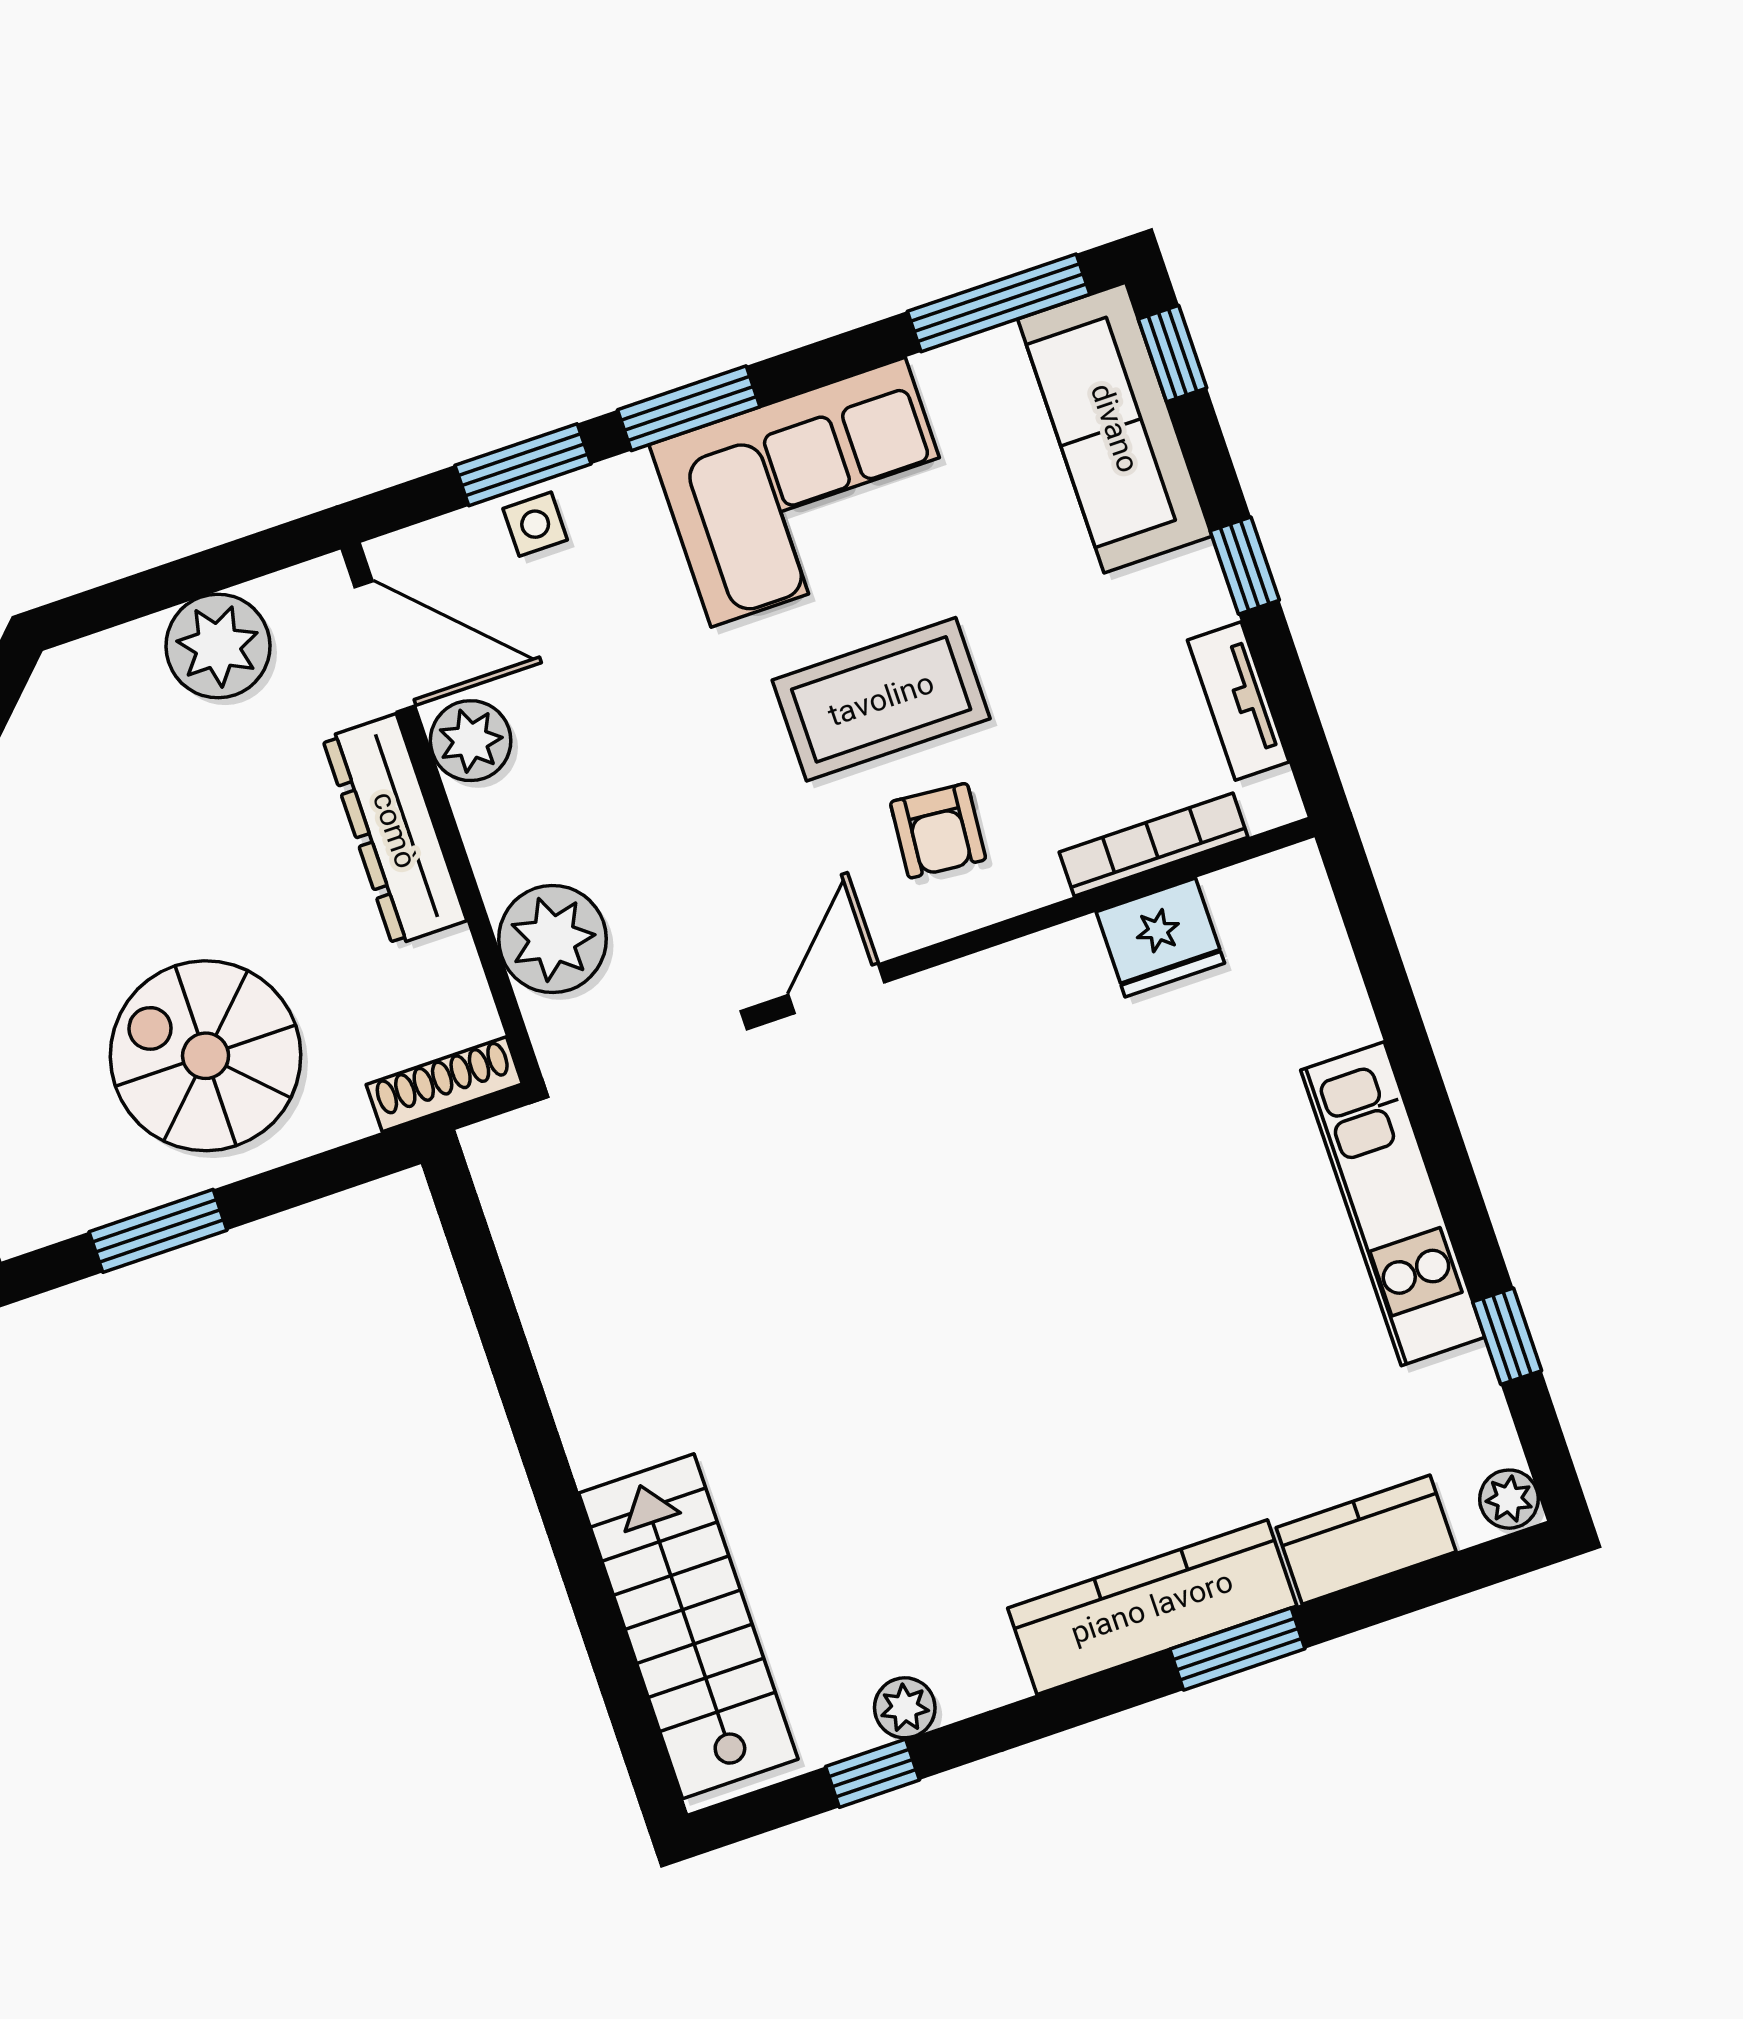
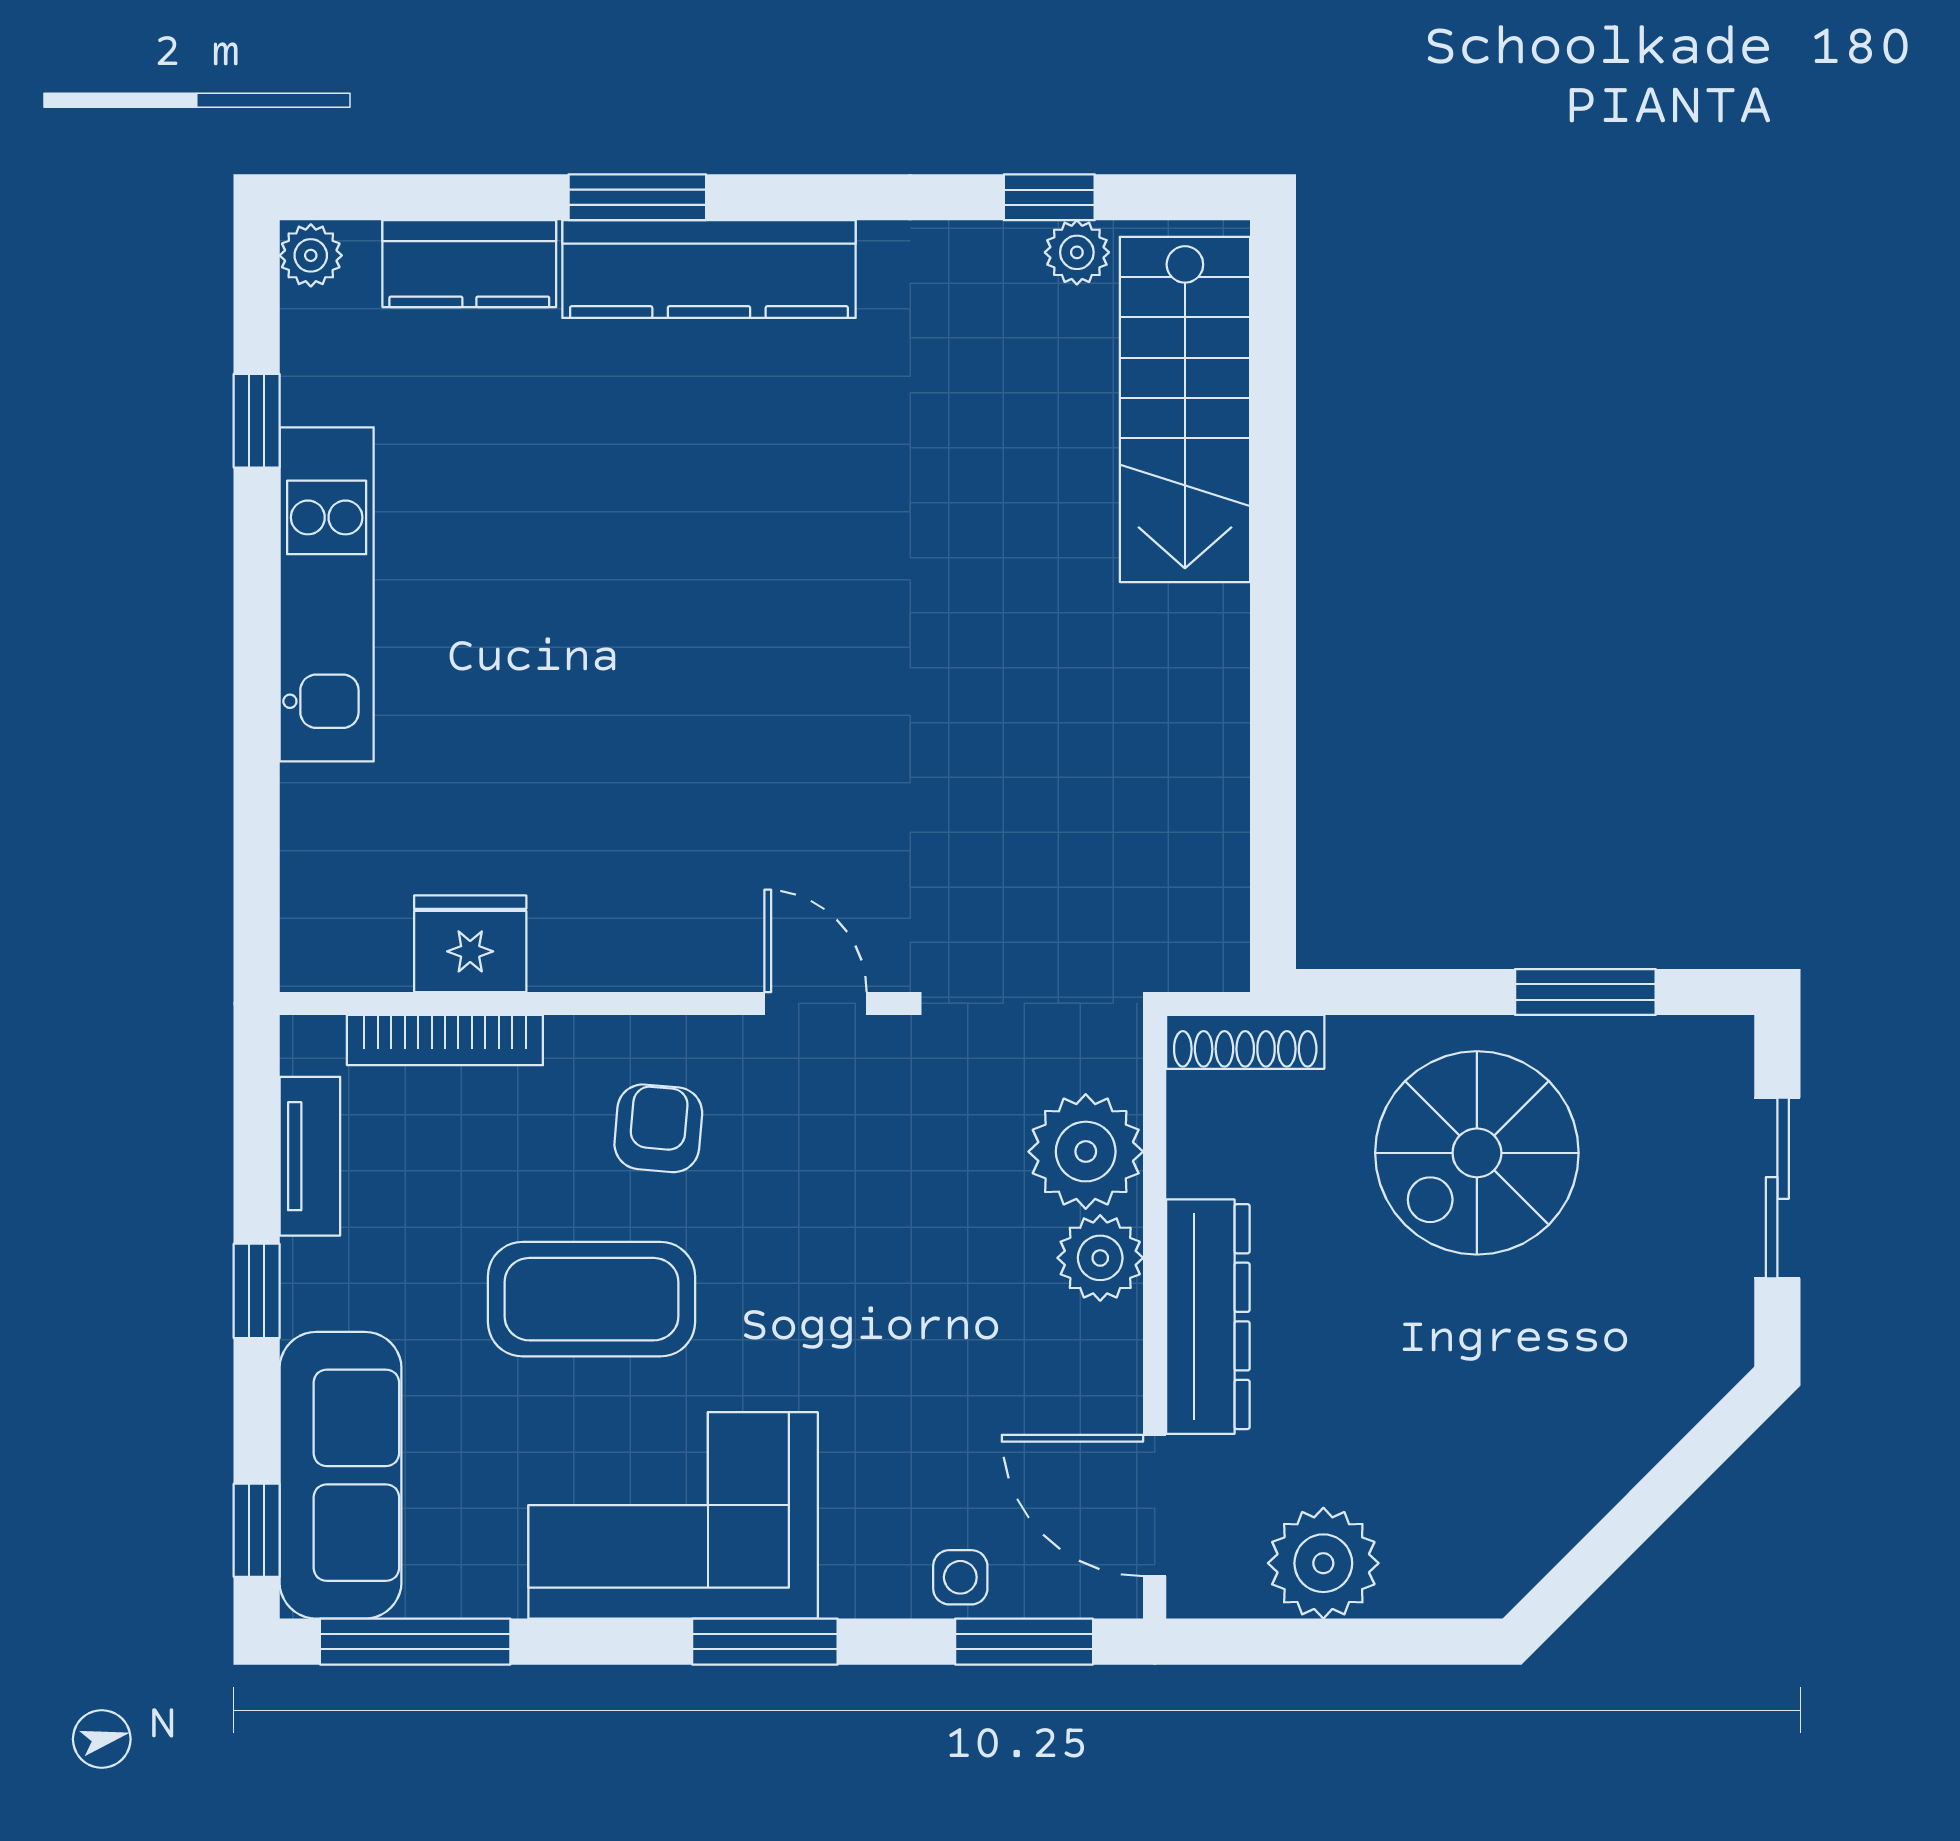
window: (523, 465) -> (1024, 1642), moved
coffee table: (881, 699) -> (591, 1299), moved
plant: (471, 741) -> (1100, 1258), moved
door: (836, 989) -> (815, 1003), swing flipped
spiral stairs: (206, 1056) -> (1477, 1153), turned 90
plant: (905, 1708) -> (1077, 252), moved

